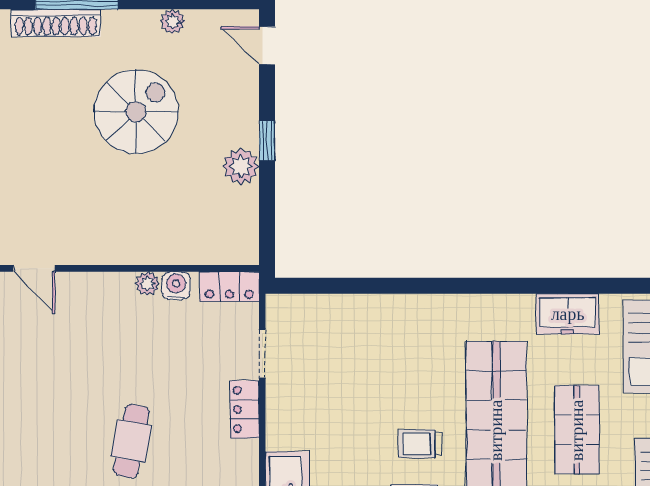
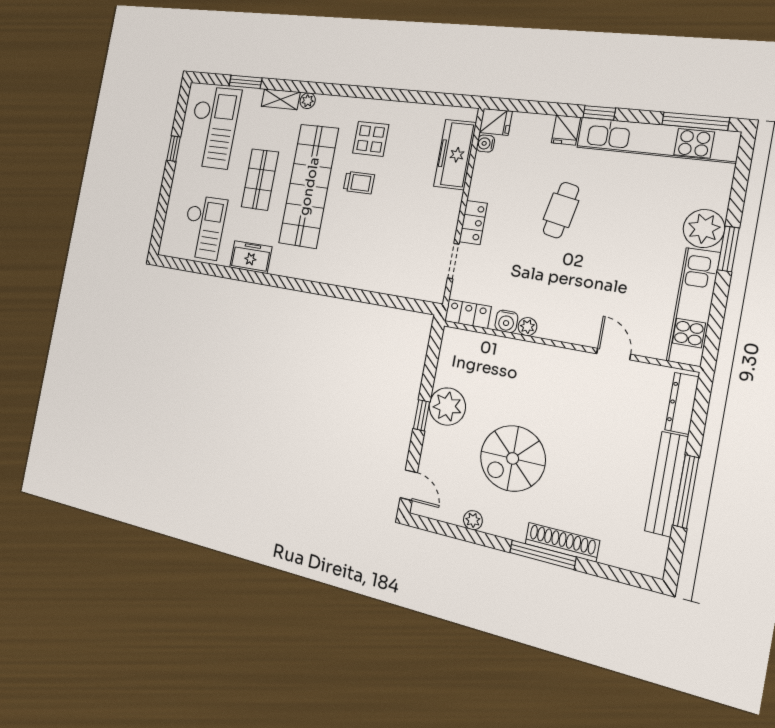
plant: (241, 166) -> (447, 406), width x1.36, depth x1.36

